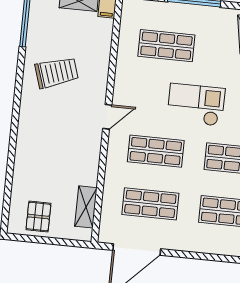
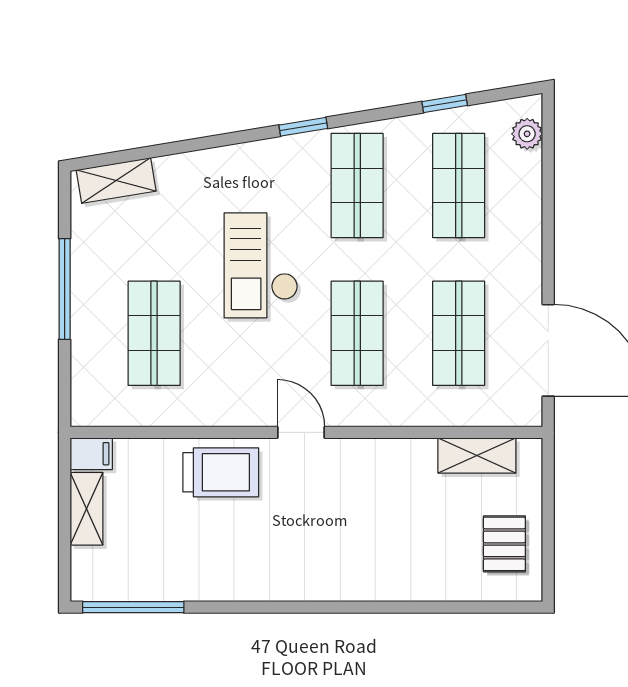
trolley: (57, 73) -> (221, 472), moved, turned 108
pallet: (38, 217) -> (504, 544), turned 90

